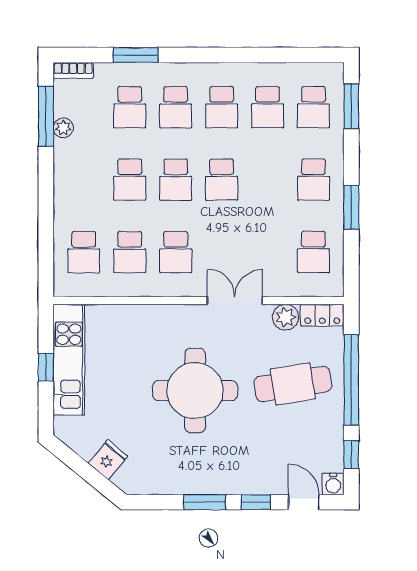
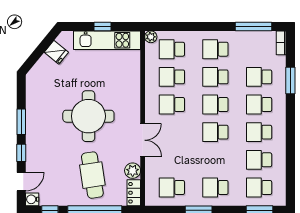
plant: (63, 128) -> (151, 37), moved
school desk: (84, 180) -> (215, 49), added
fridge: (108, 460) -> (56, 52), moved

